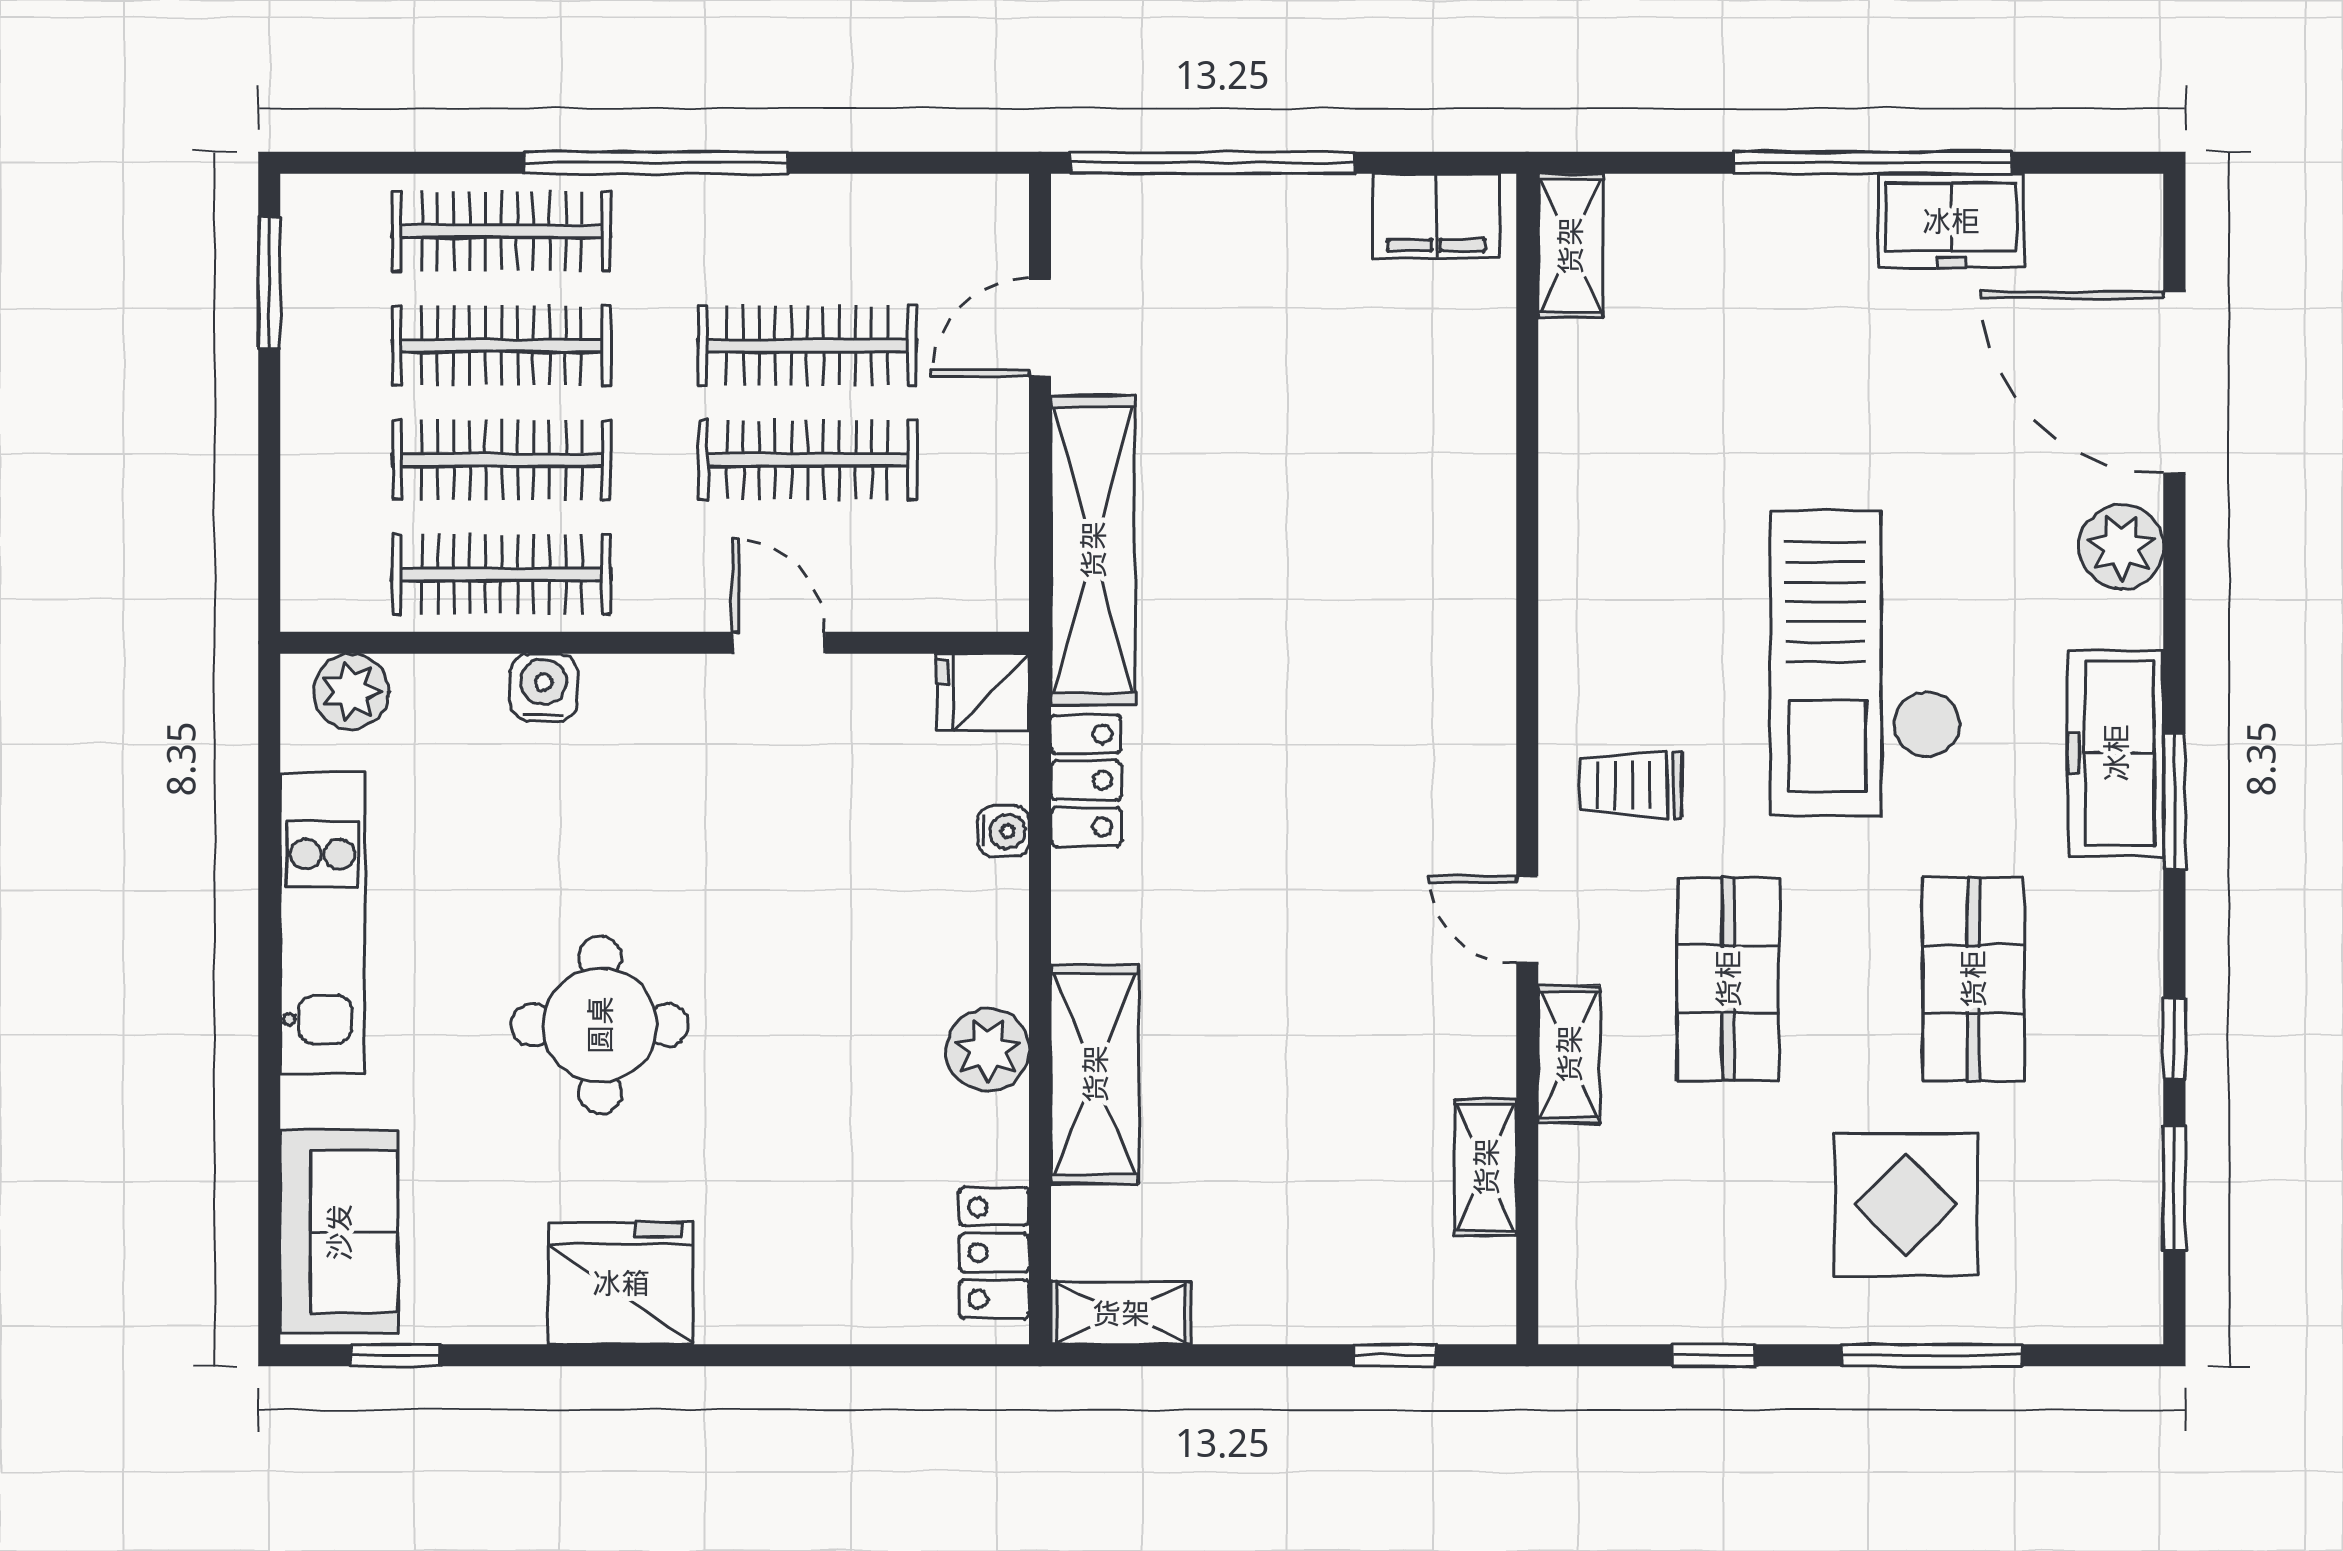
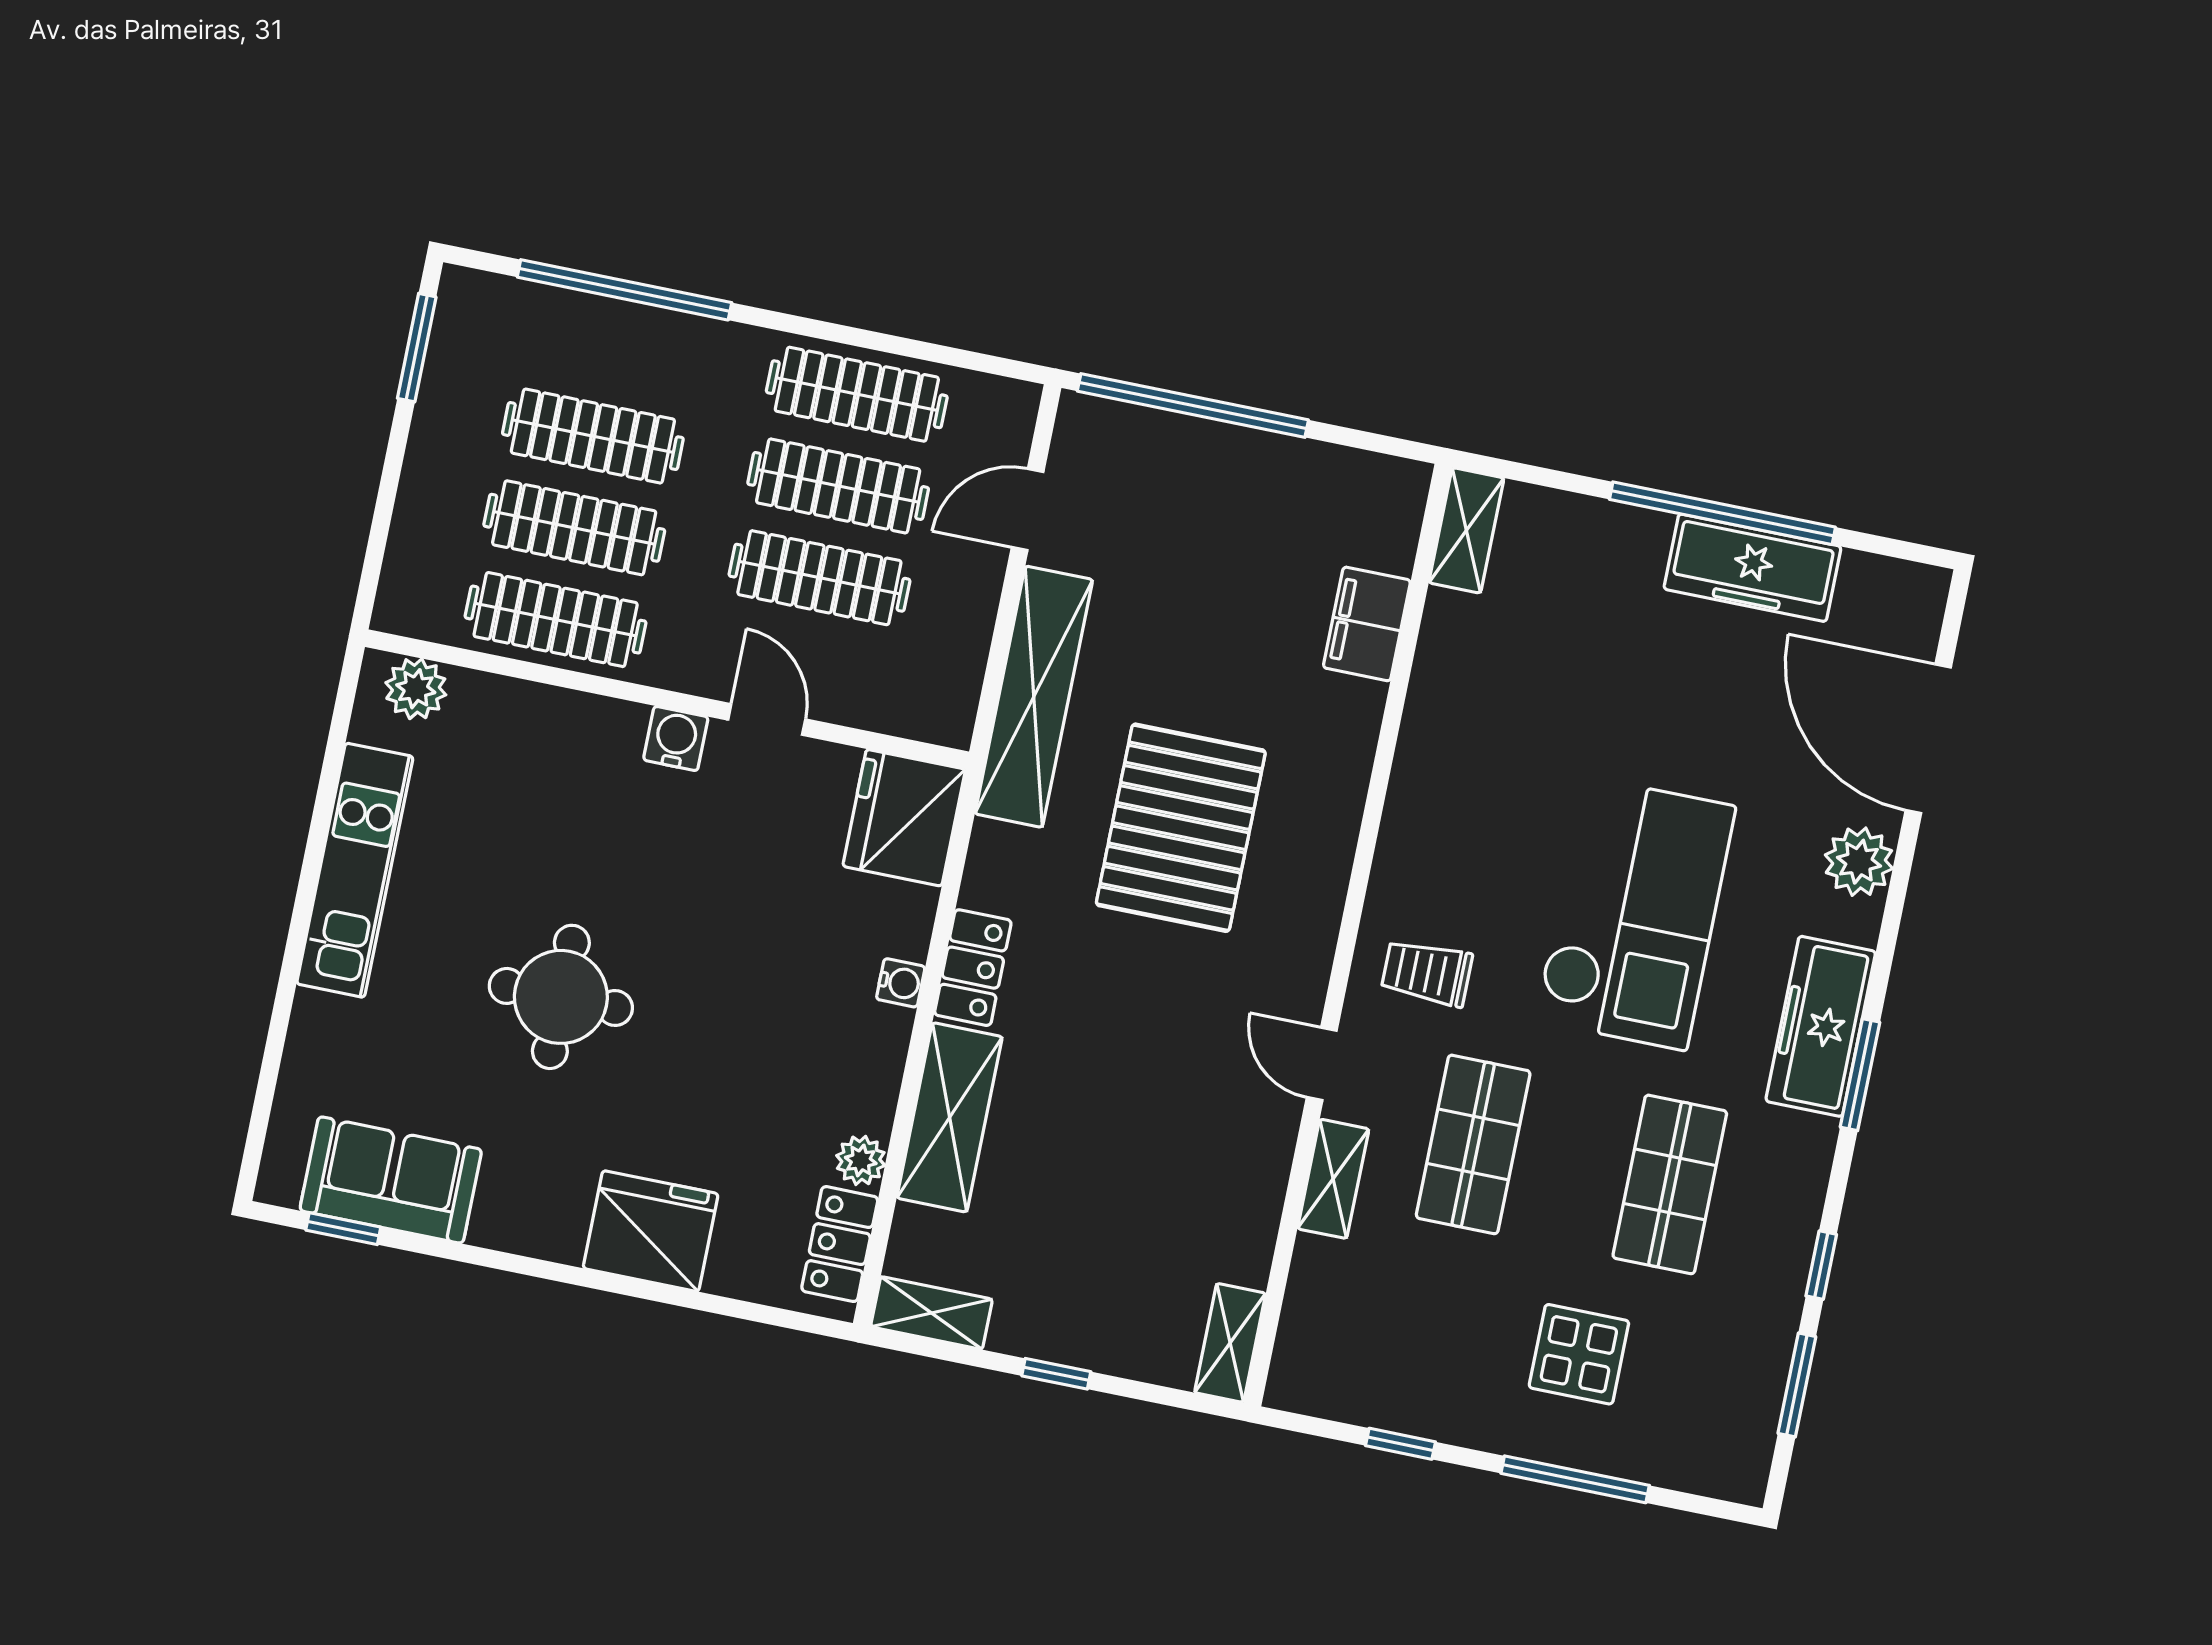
window: (656, 163) -> (624, 290), moved
filing cabinet: (1436, 216) -> (1367, 624), moved, turned 90
freezer: (1951, 221) -> (1752, 568), width x1.40
clothes rail: (502, 231) -> (857, 394), moved
checkout: (1866, 663) -> (1635, 913), turned 180
pallet: (1301, 671) -> (1181, 828), added
water cooler: (544, 687) -> (676, 738), moved
fridge: (983, 692) -> (904, 818), width x1.88, depth x1.34
locker: (1086, 780) -> (973, 968), moved
water cooler: (1003, 831) -> (901, 983), moved
plant: (988, 1050) -> (861, 1160), moved, width x0.73, depth x0.73
shelving: (1486, 1167) -> (1230, 1343), moved
display table: (1906, 1205) -> (1579, 1354), width x0.73, depth x0.73
sofa: (339, 1232) -> (391, 1180), moved, turned -90
fridge: (621, 1283) -> (651, 1231), moved
window: (1395, 1355) -> (1056, 1374), moved

